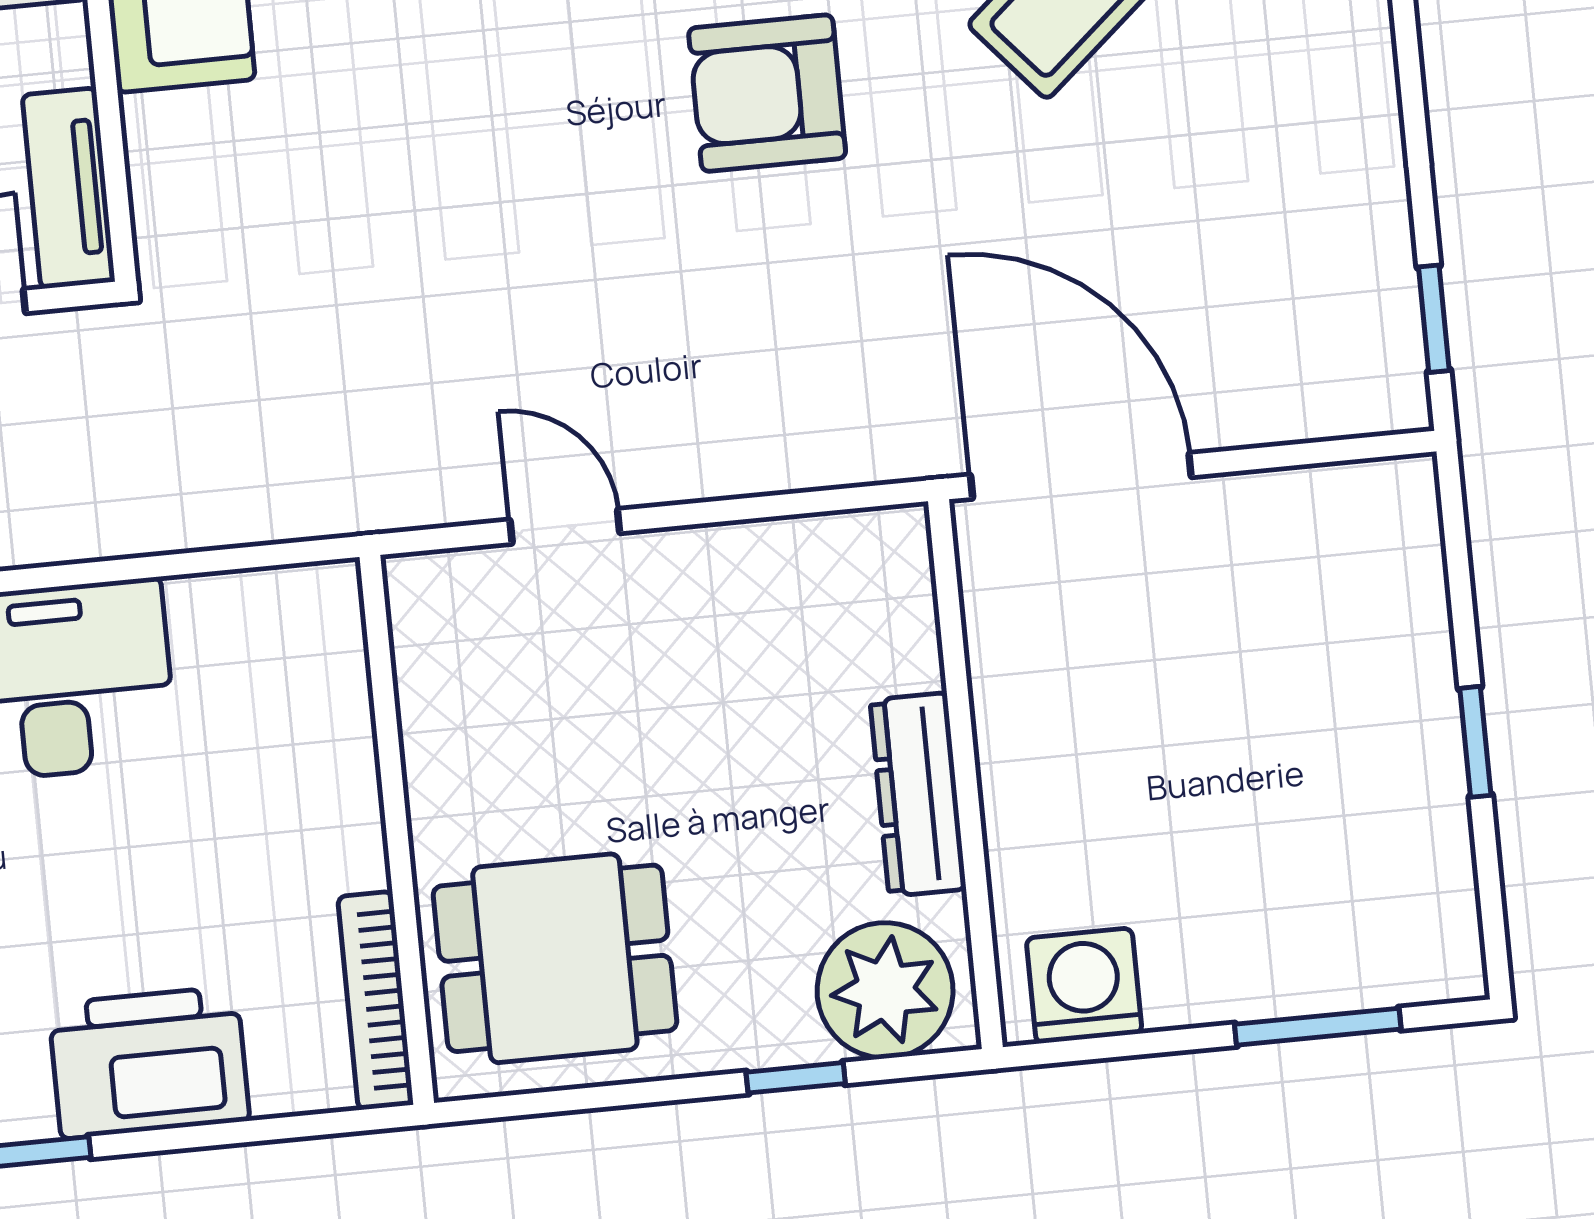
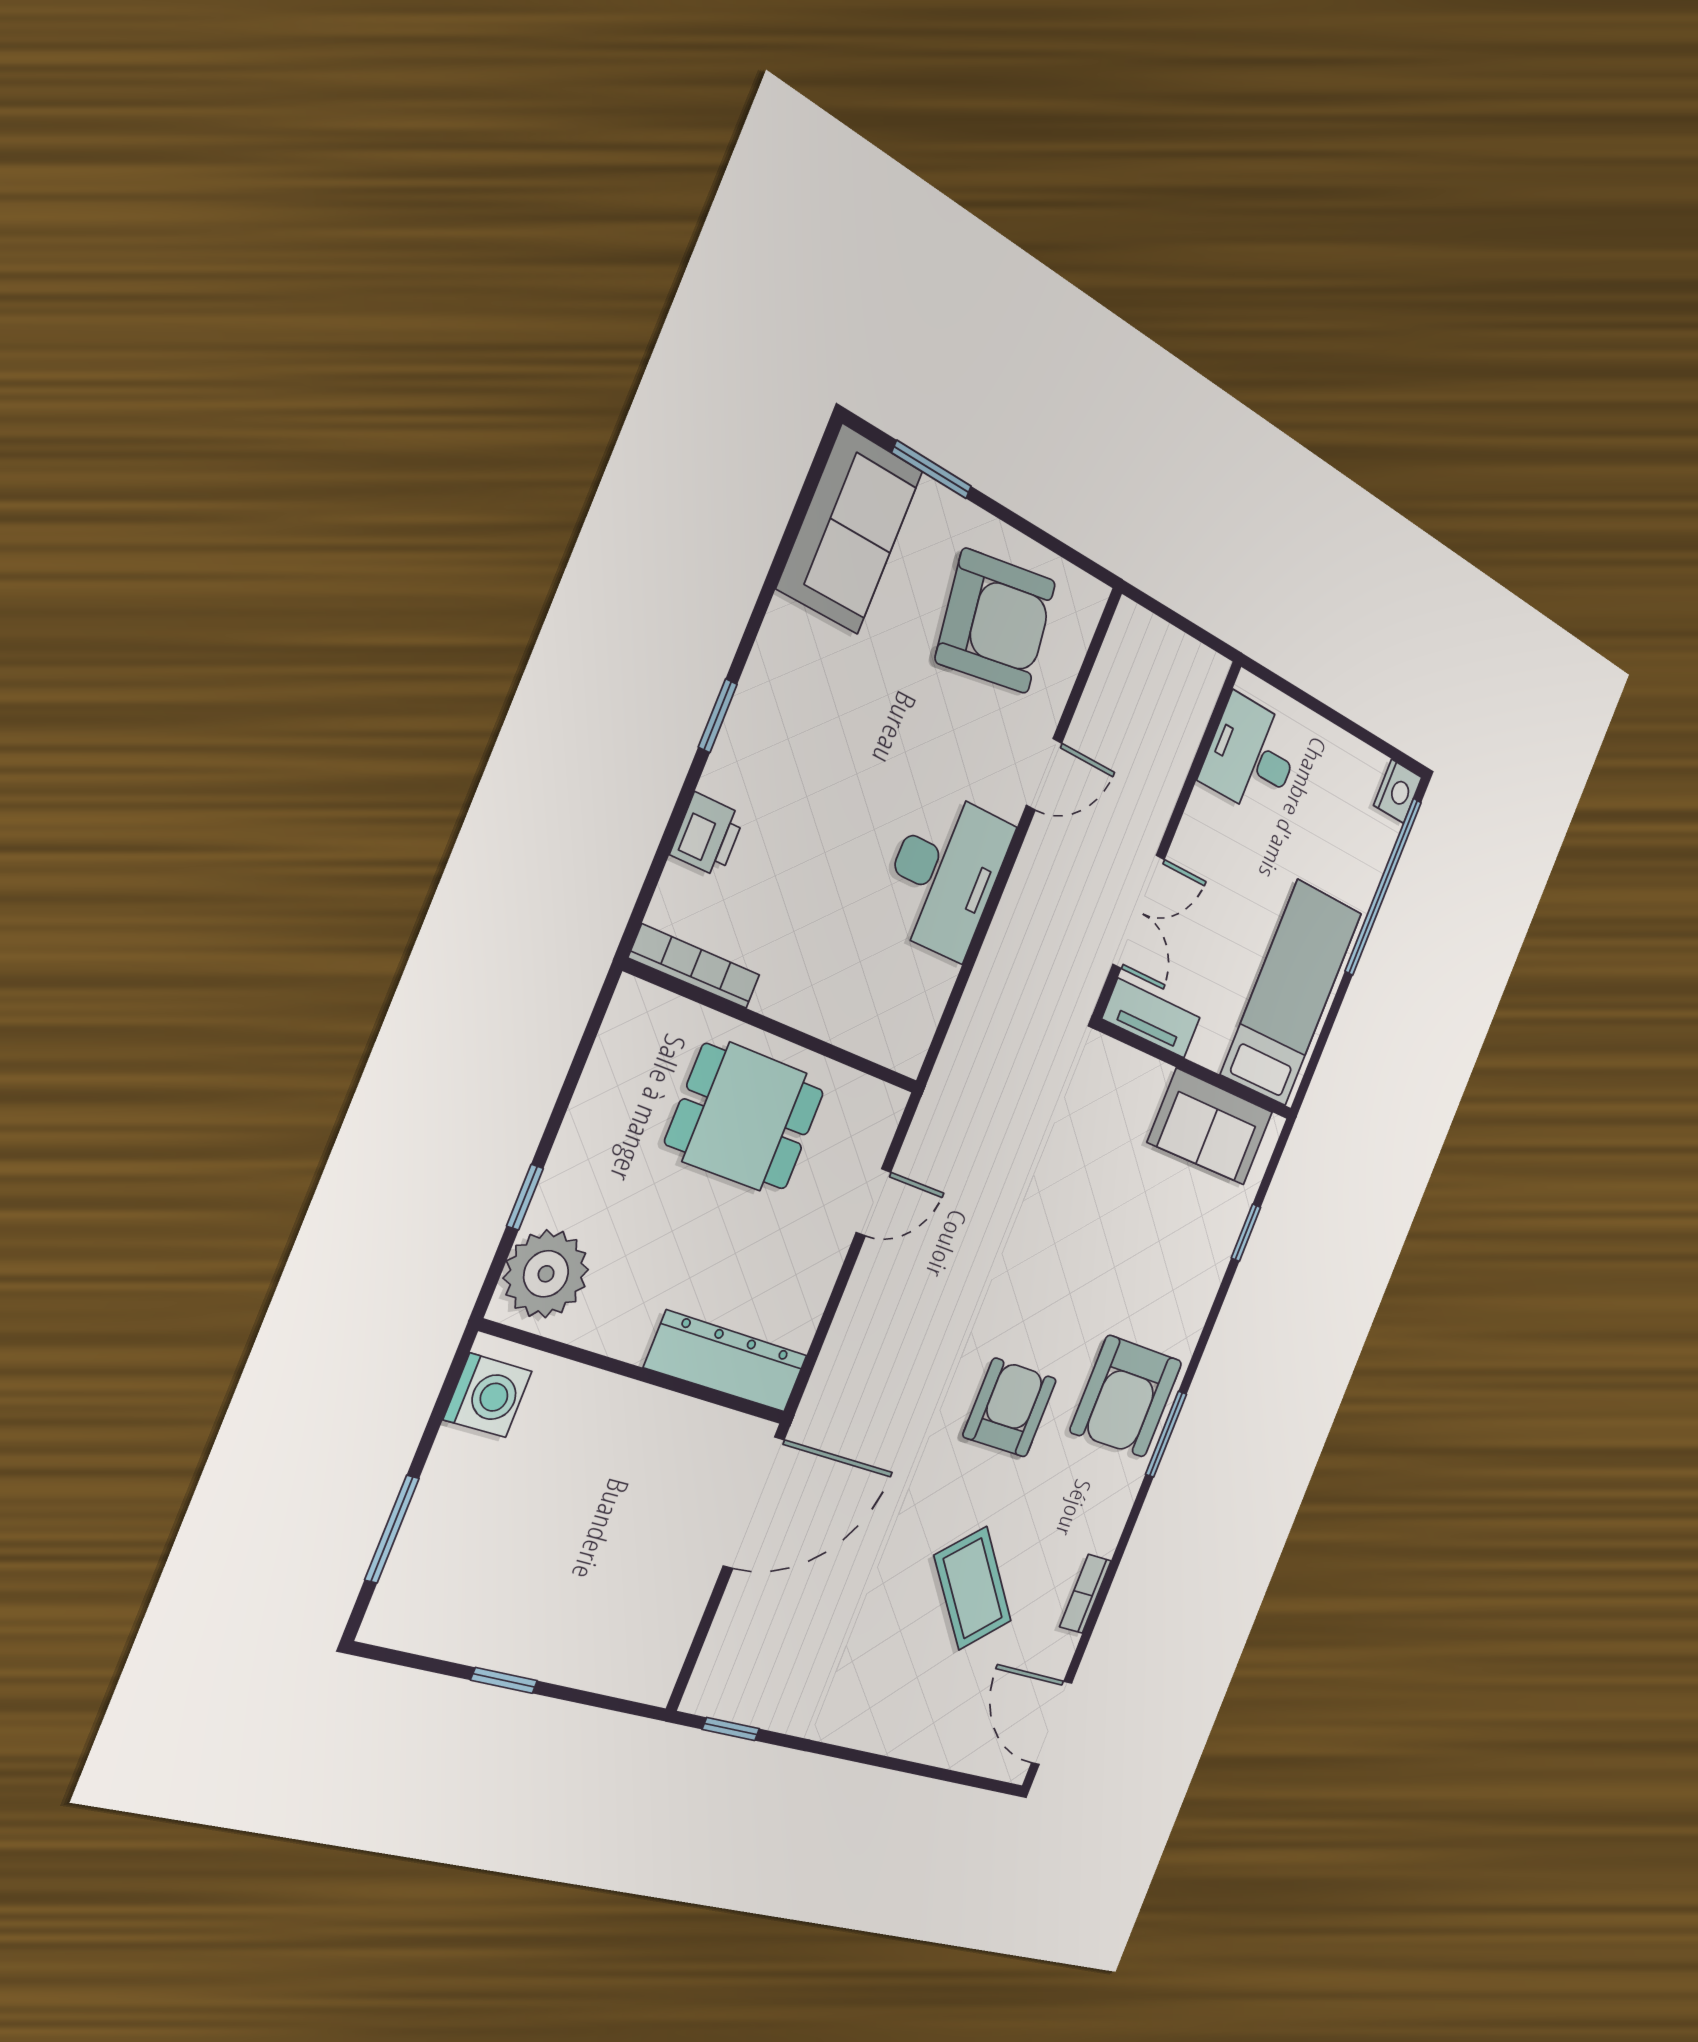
dresser: (918, 795) -> (726, 1361), moved, width x1.37, depth x1.24
dining table: (555, 958) -> (745, 1117), moved, turned 90
printer: (149, 1062) -> (707, 835), width x0.53, depth x0.68

